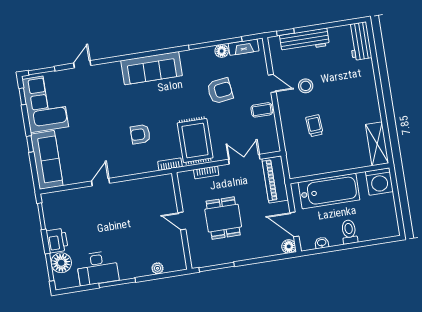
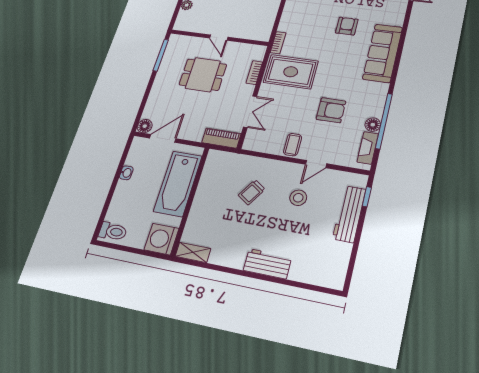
workbench: (360, 41) -> (267, 264), moved
armchair: (220, 91) -> (331, 110), turned -83
trolley: (314, 126) -> (252, 192), turned 127
armchair: (140, 134) -> (347, 26), moved
shelving: (377, 144) -> (193, 252), width x0.67, depth x0.75
piano: (275, 179) -> (221, 138), width x0.73, depth x0.75
door: (182, 221) -> (219, 38), swing flipped
toilet: (349, 232) -> (113, 231), moved
washbasin: (322, 243) -> (126, 173), moved

